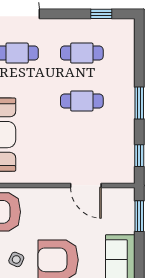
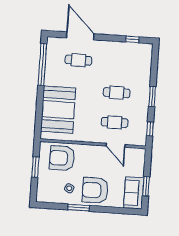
cafe table: (82, 53) -> (115, 122), moved
window: (139, 216) -> (146, 186), moved

